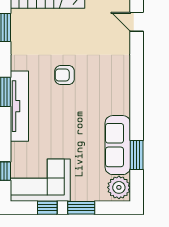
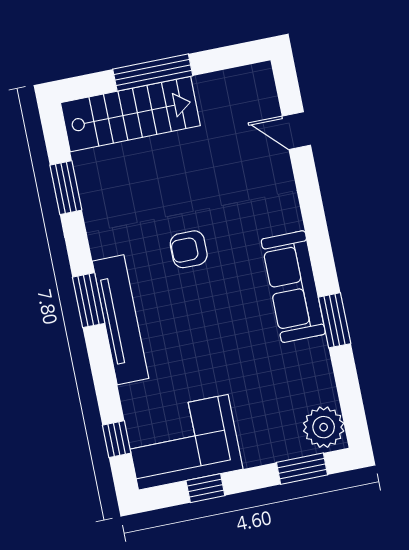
sofa: (118, 145) -> (293, 287), moved
window: (137, 155) -> (335, 320), moved
window: (81, 208) -> (302, 469), moved

